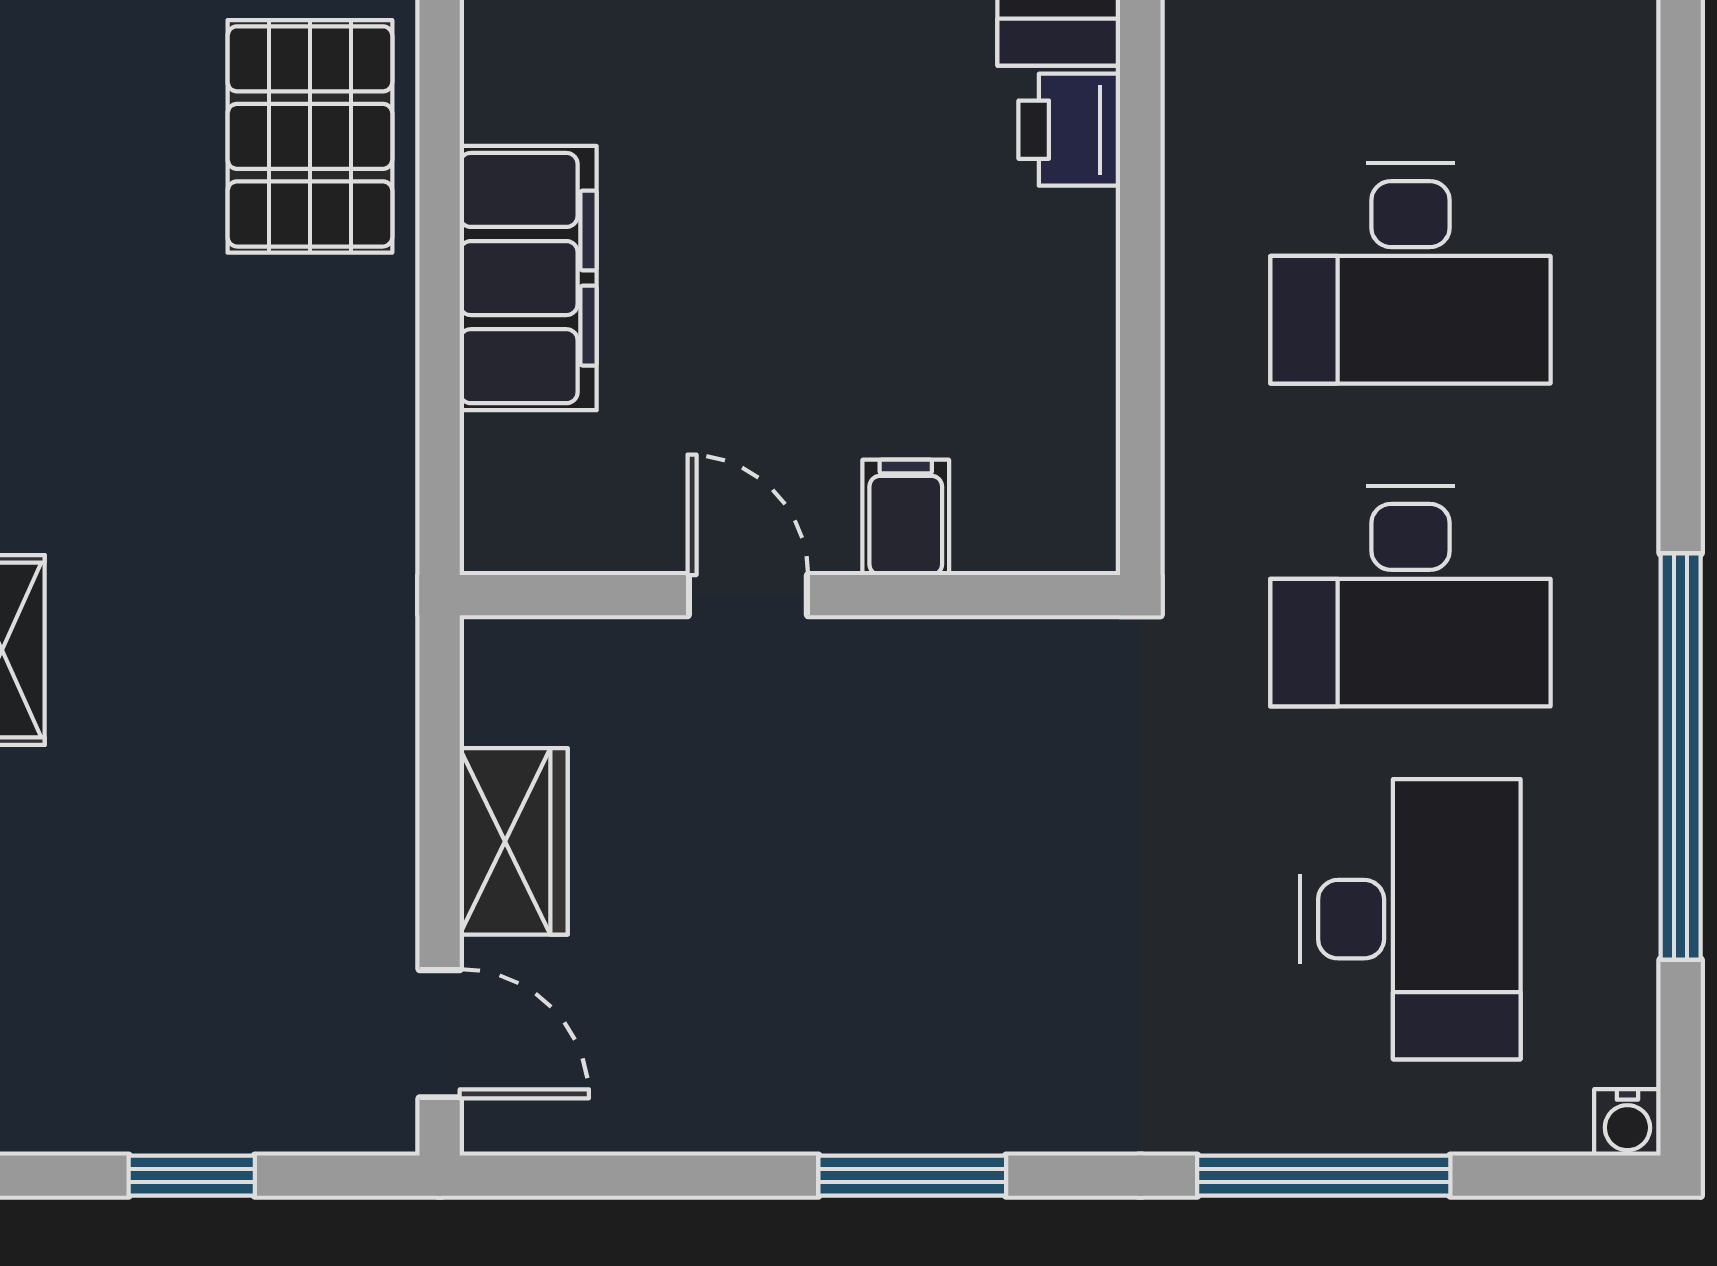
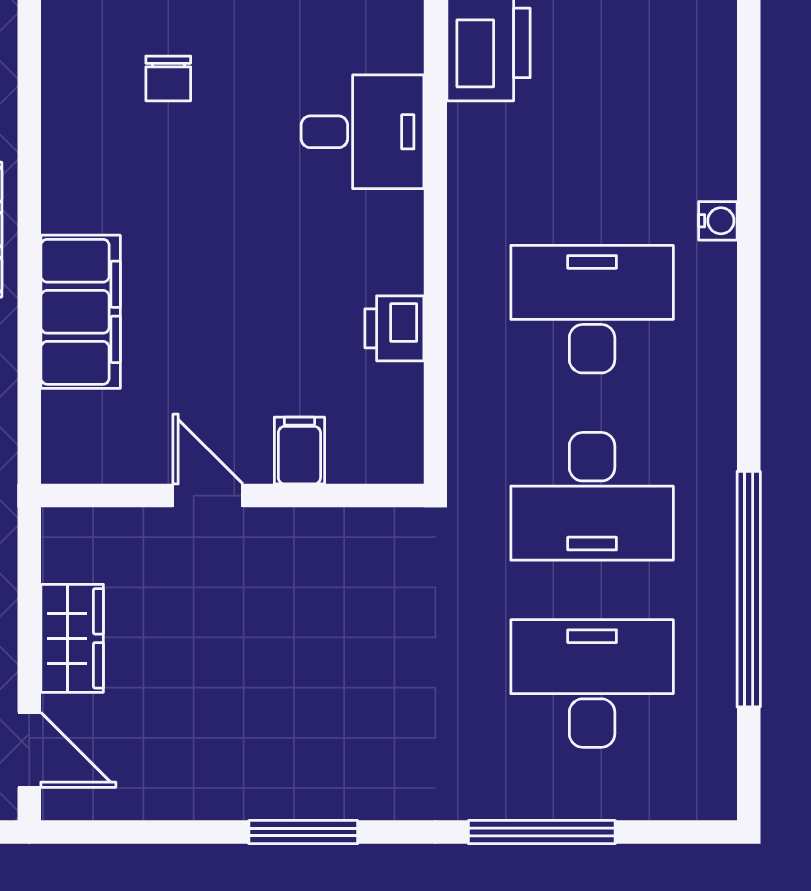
printer: (1069, 130) -> (394, 328), moved
desk: (1410, 274) -> (592, 309), turned 180
desk: (1410, 919) -> (592, 683), turned -90
water cooler: (1627, 1122) -> (718, 221), moved, turned -90

